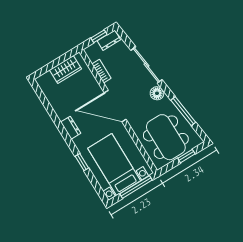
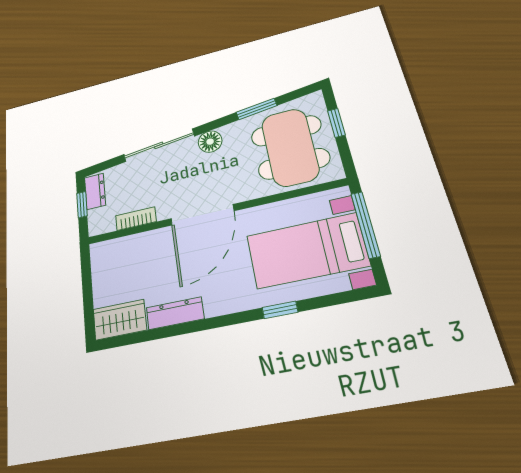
wardrobe: (66, 69) -> (120, 320), moved, turned -90
window: (183, 111) -> (256, 109), width x0.69
dresser: (71, 128) -> (175, 313), moved, width x1.44
dining table: (166, 137) -> (290, 147), turned 90

